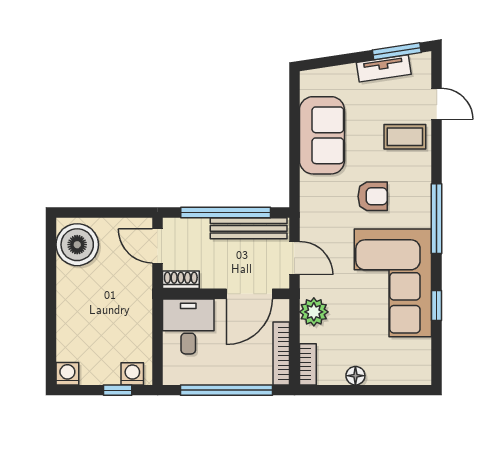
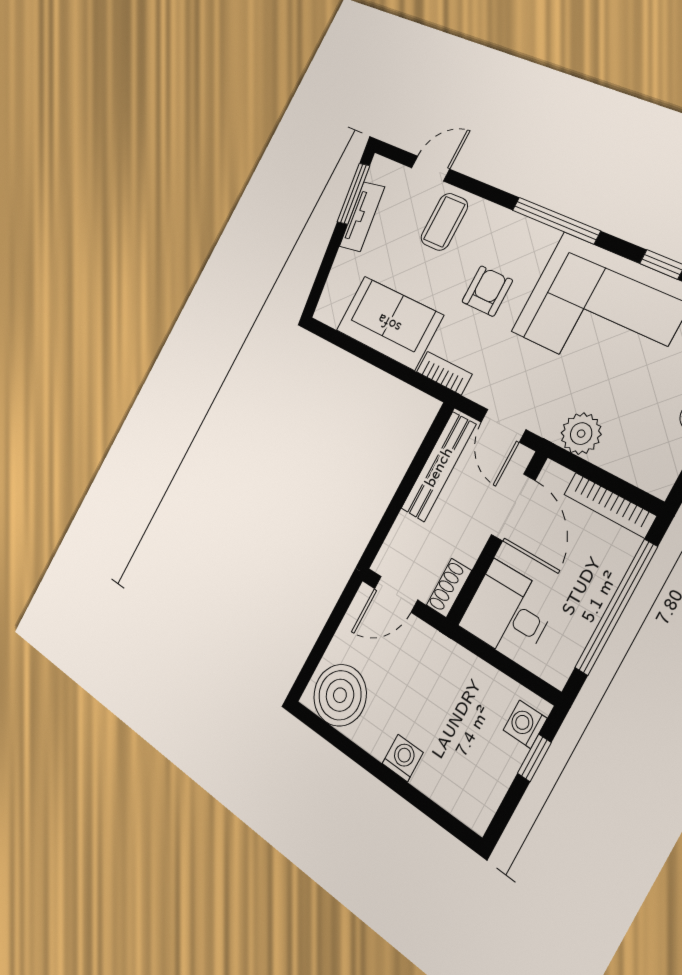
window: (226, 213) -> (406, 486), removed
door: (294, 258) -> (503, 426), swing flipped
bookcase: (308, 364) -> (444, 373), moved
washing machine: (67, 374) -> (403, 758), moved, turned 90

